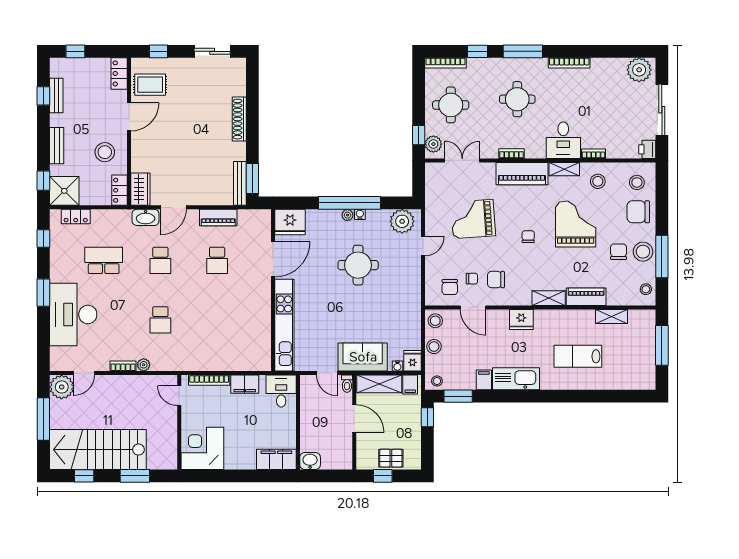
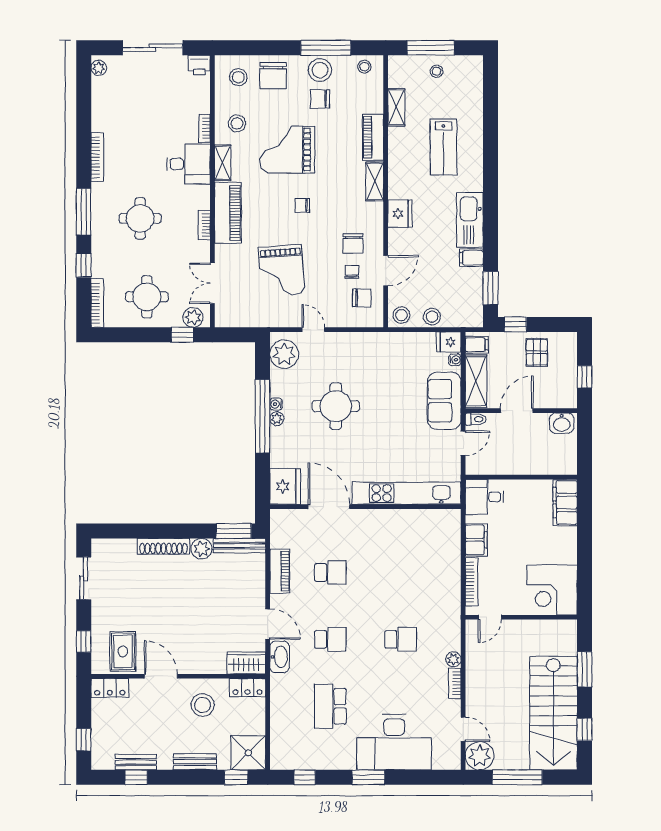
plant: (639, 70) -> (99, 68), width x0.53, depth x0.53
plant: (237, 151) -> (201, 549), added
locker: (76, 216) -> (278, 739), removed
stool: (437, 381) -> (437, 71), moved
pallet: (391, 458) -> (537, 352), moved
washbasin: (310, 461) -> (562, 423), moved, turned -90

